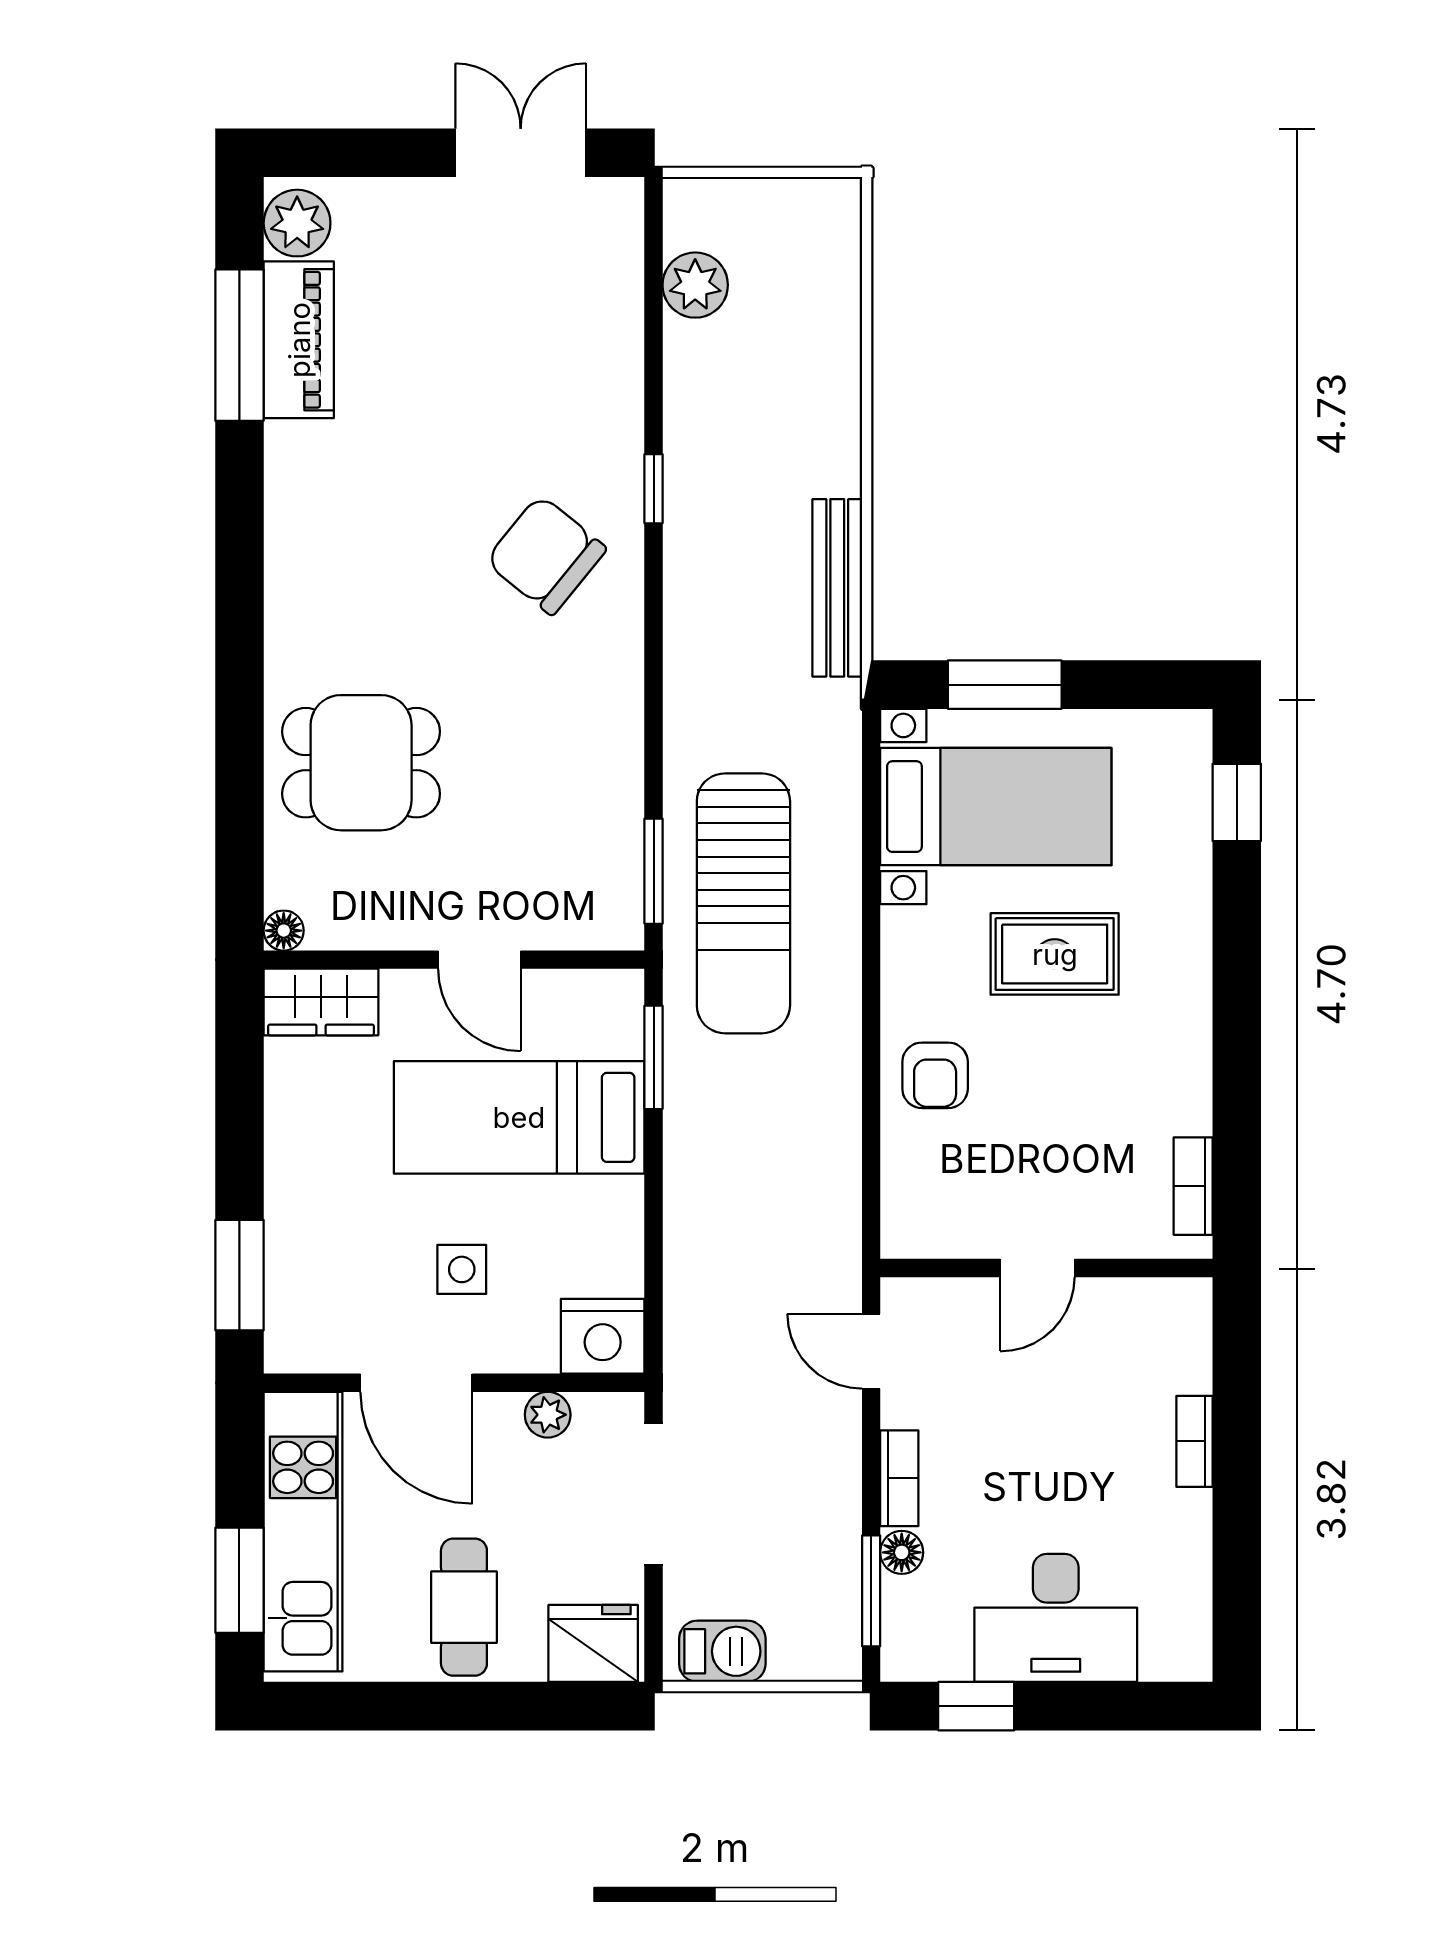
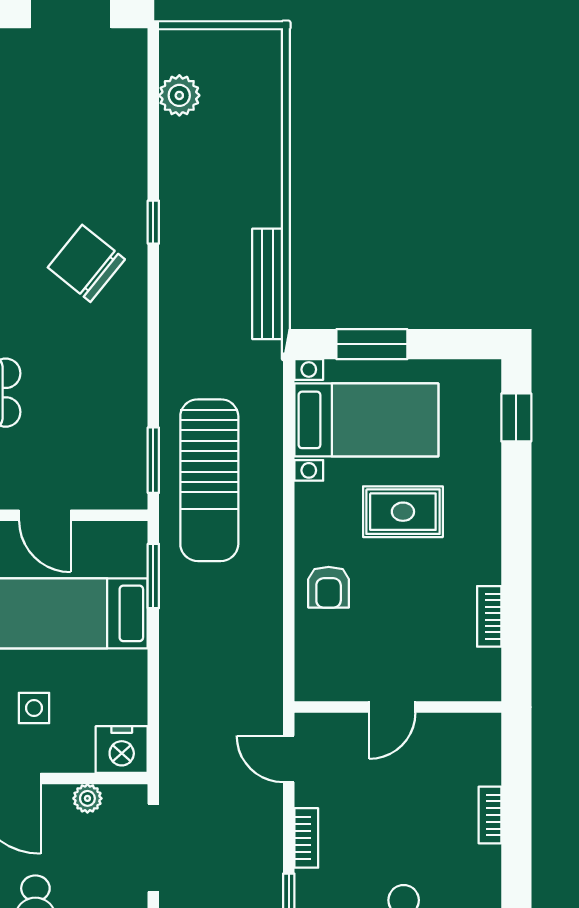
bookcase: (1193, 1186) -> (489, 616), moved
floor lamp: (902, 1552) -> (308, 884), removed

